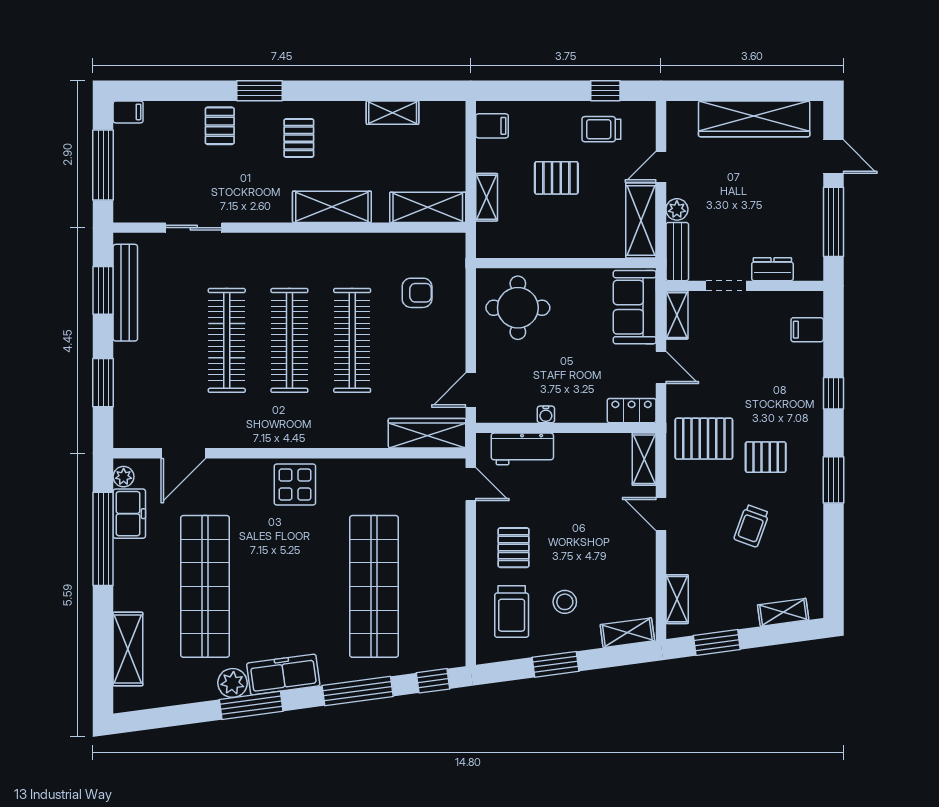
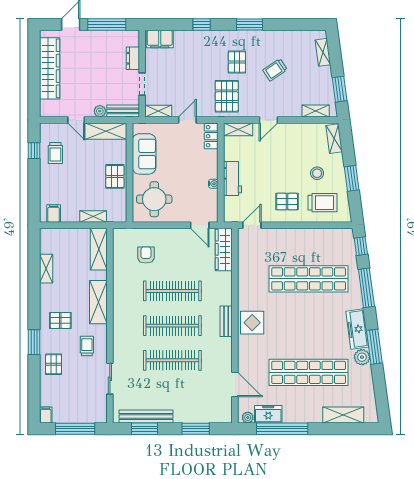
pallet: (220, 126) -> (54, 364), turned 90
pallet: (556, 178) -> (115, 176), moved
trolley: (253, 186) -> (87, 346), added
sofa: (635, 307) -> (144, 154), moved, turned -90
filing cabinet: (807, 330) -> (160, 39), width x2.00
bench: (297, 438) -> (226, 321), added
workbench: (522, 449) -> (232, 178), moved
trolley: (752, 526) -> (275, 70), turned 126

